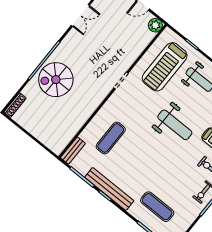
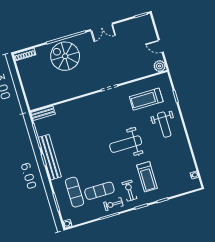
double door: (80, 15) -> (101, 27), moved
treadmill: (165, 67) -> (146, 99), width x0.73, depth x0.73
weight bench: (175, 125) -> (126, 144), turned 90
exercise mat: (111, 138) -> (99, 191), moved

